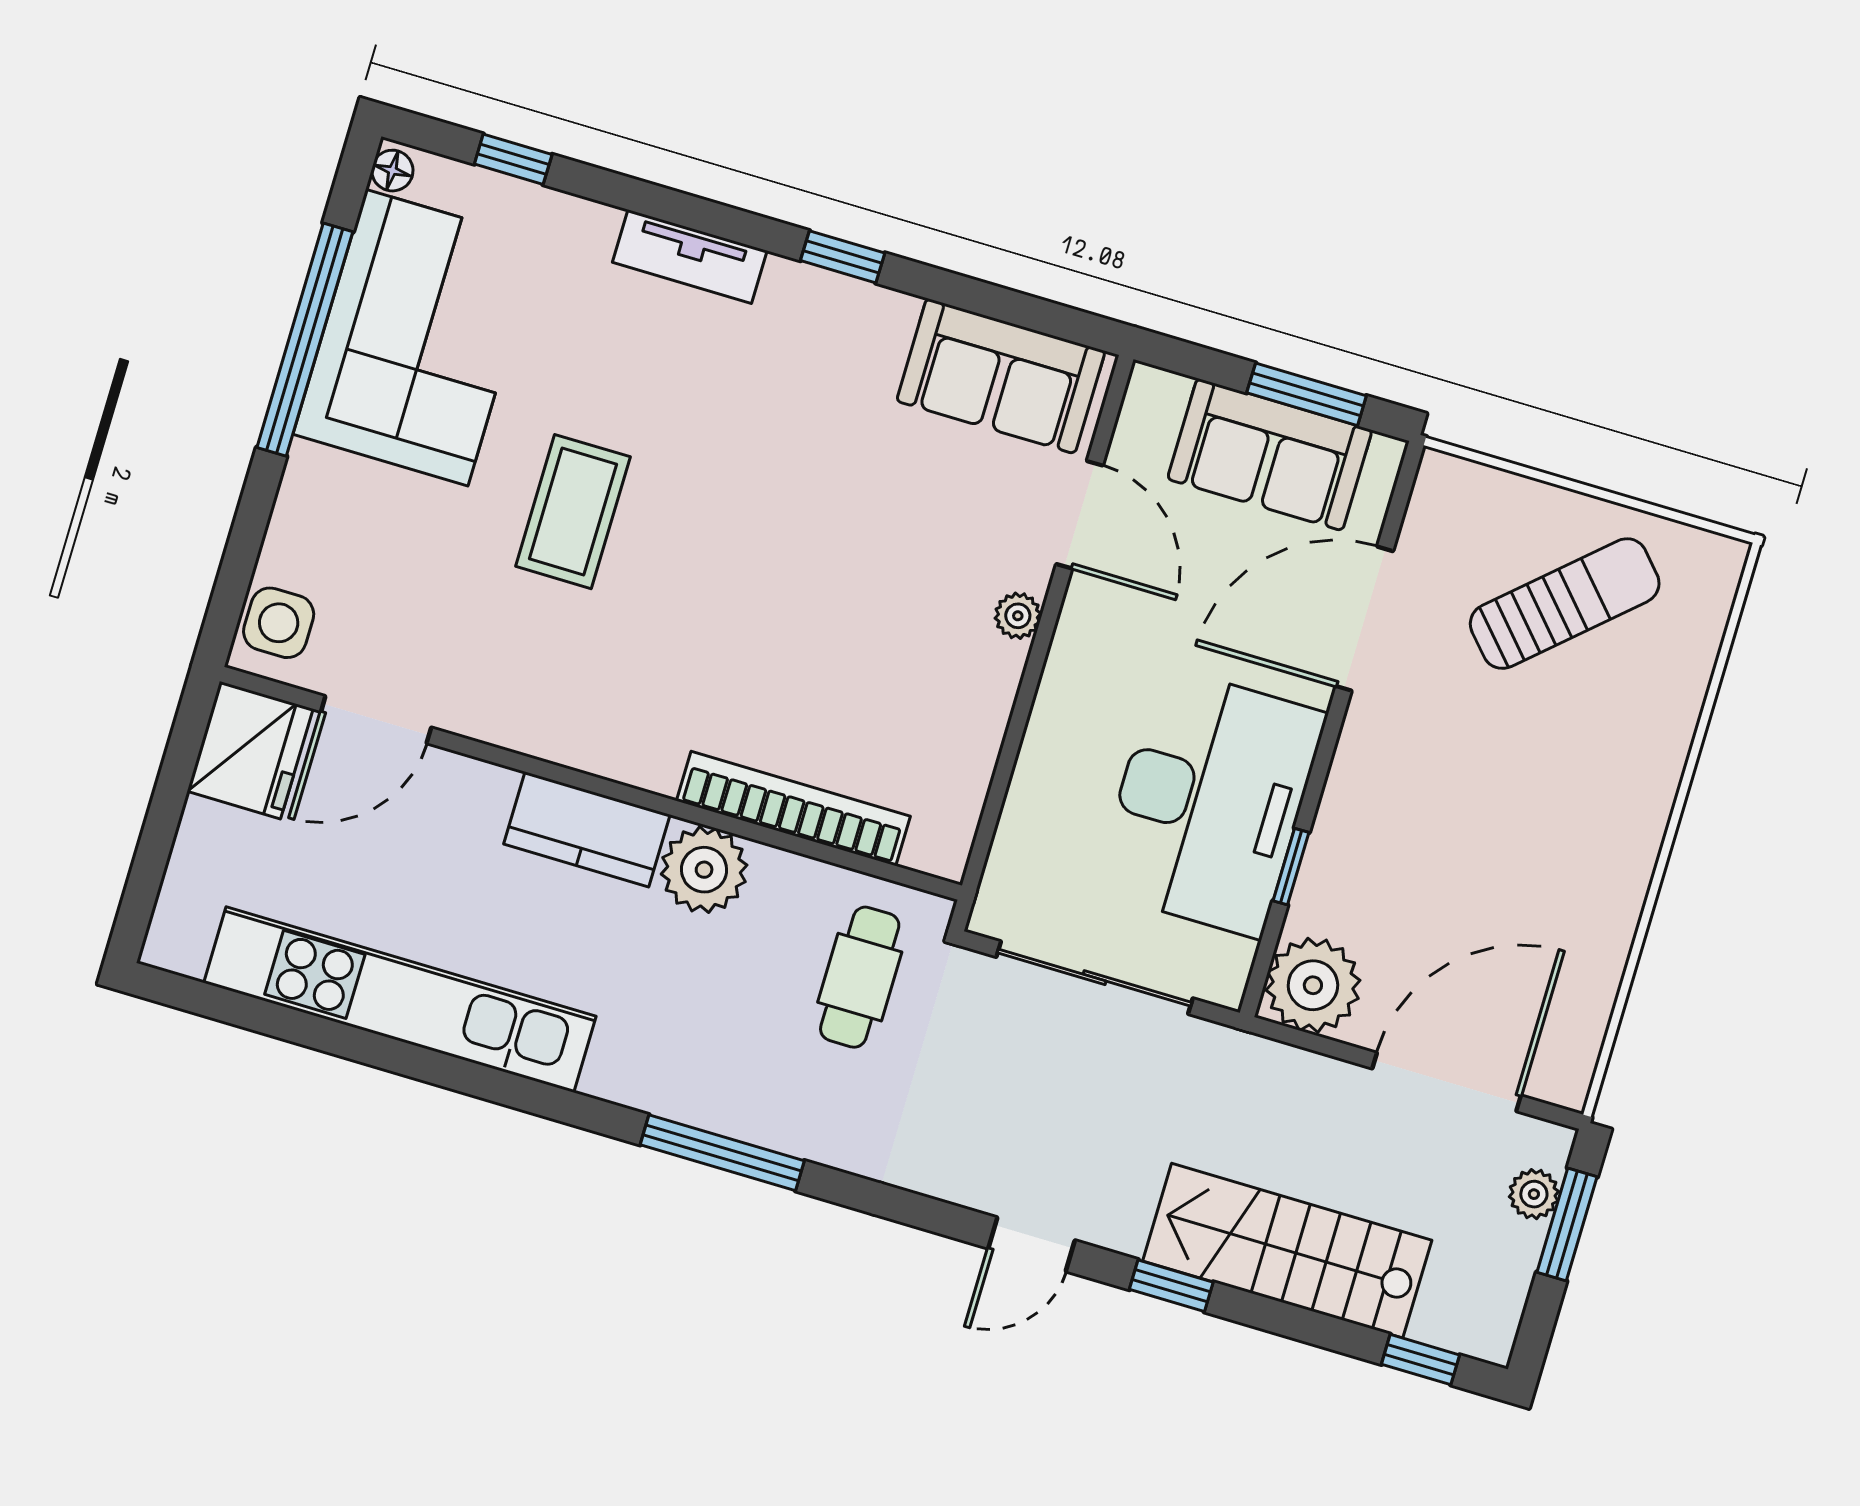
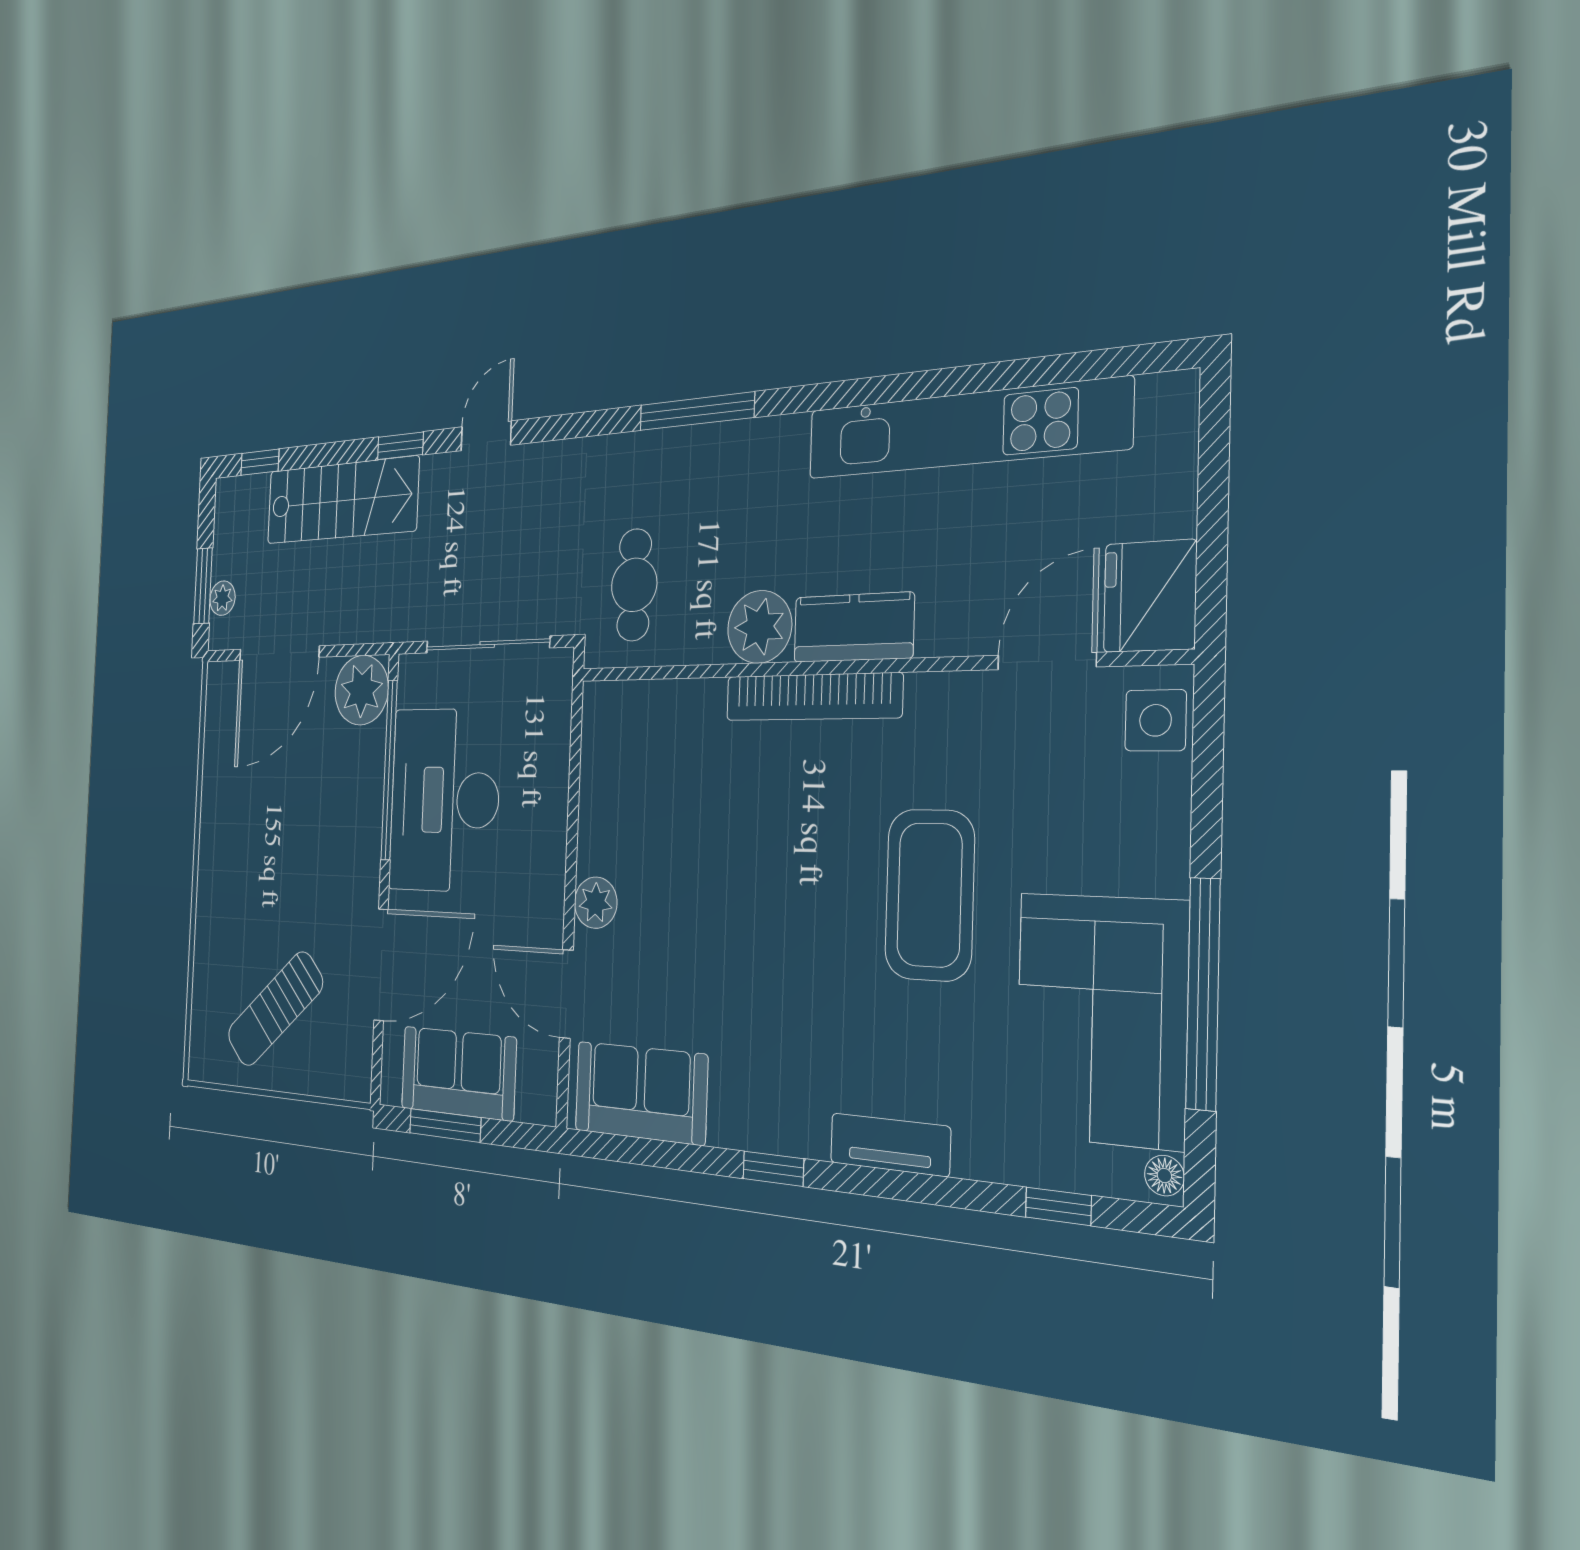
coffee table: (573, 512) -> (929, 895), width x1.36, depth x1.32
plant: (1018, 616) -> (596, 903), width x1.38, depth x1.38
bookcase: (793, 809) -> (813, 697), moved
window: (1291, 867) -> (389, 770), width x3.17

